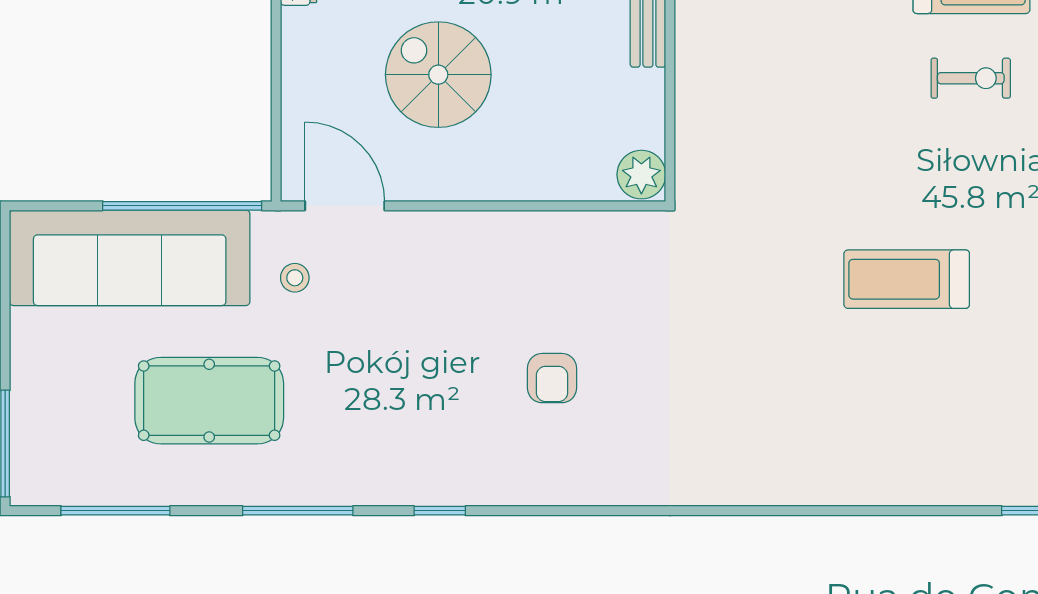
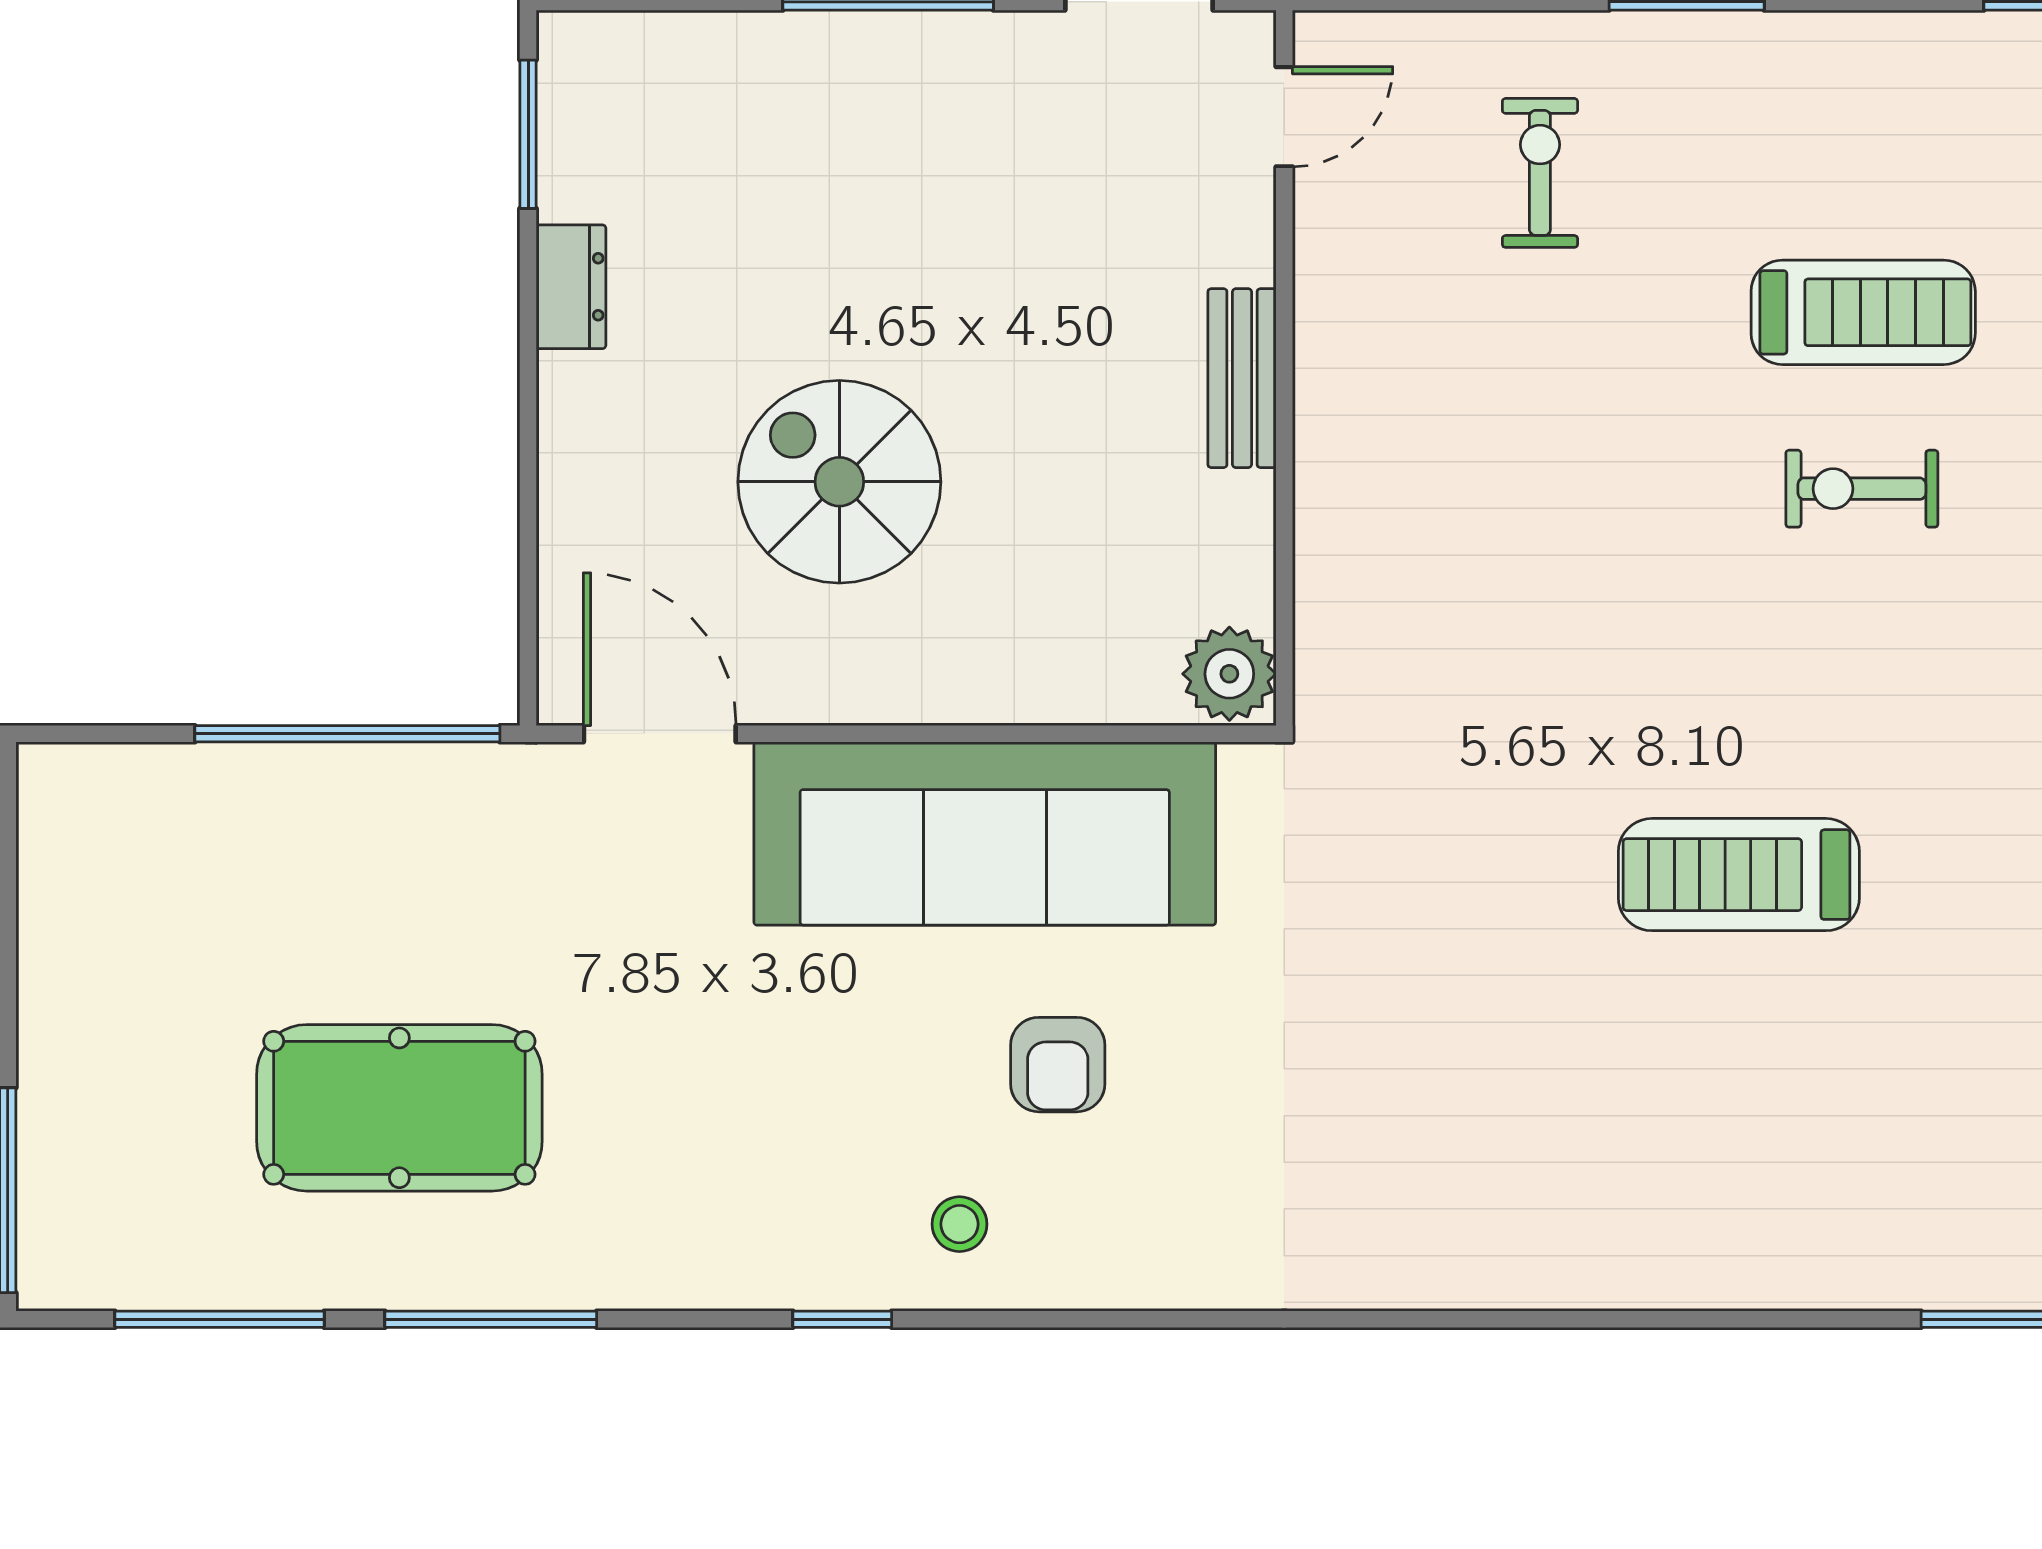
exercise bike: (971, 78) -> (1862, 489), turned 180
sofa: (130, 258) -> (985, 834), moved
stool: (295, 278) -> (959, 1224), moved
window: (298, 511) -> (491, 1319), moved

